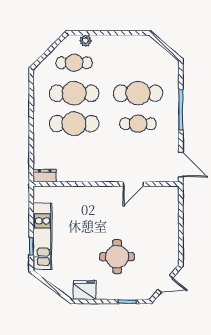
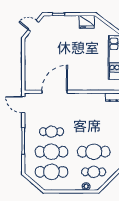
cafe table: (74, 124) -> (51, 172), moved
door: (133, 184) -> (55, 92), width x1.87
round table: (117, 257) -> (65, 44), removed

